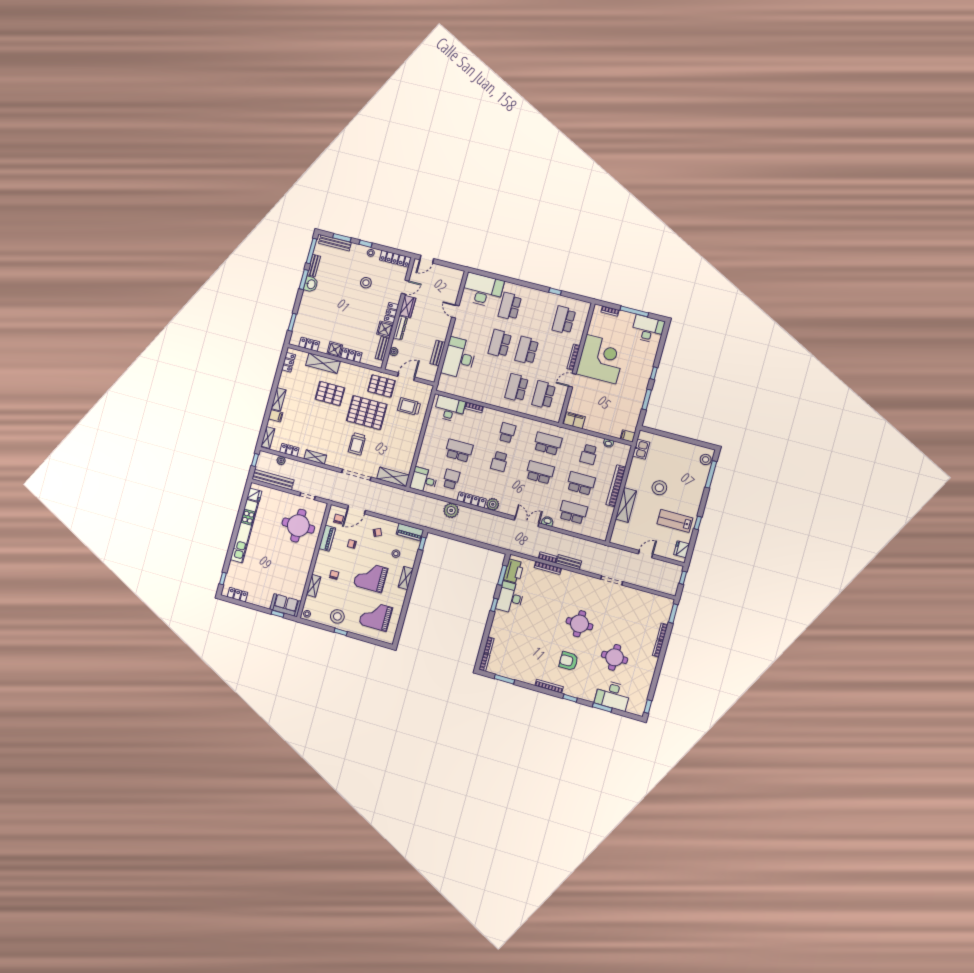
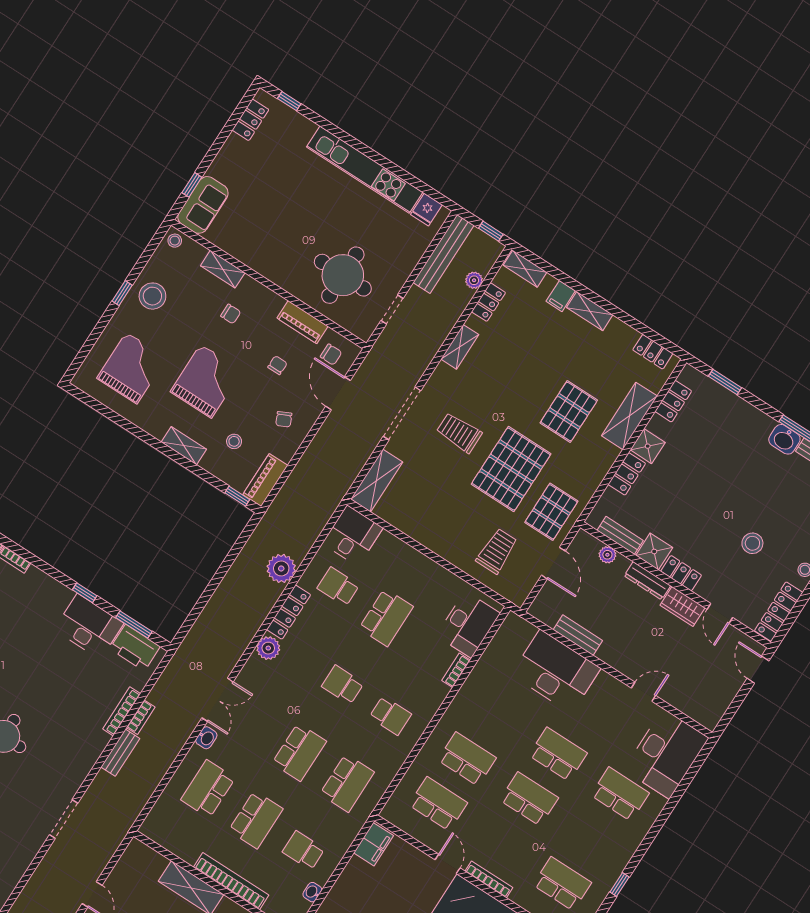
school desk: (451, 479) -> (338, 587), turned 180
school desk: (573, 512) -> (208, 789), turned 180

